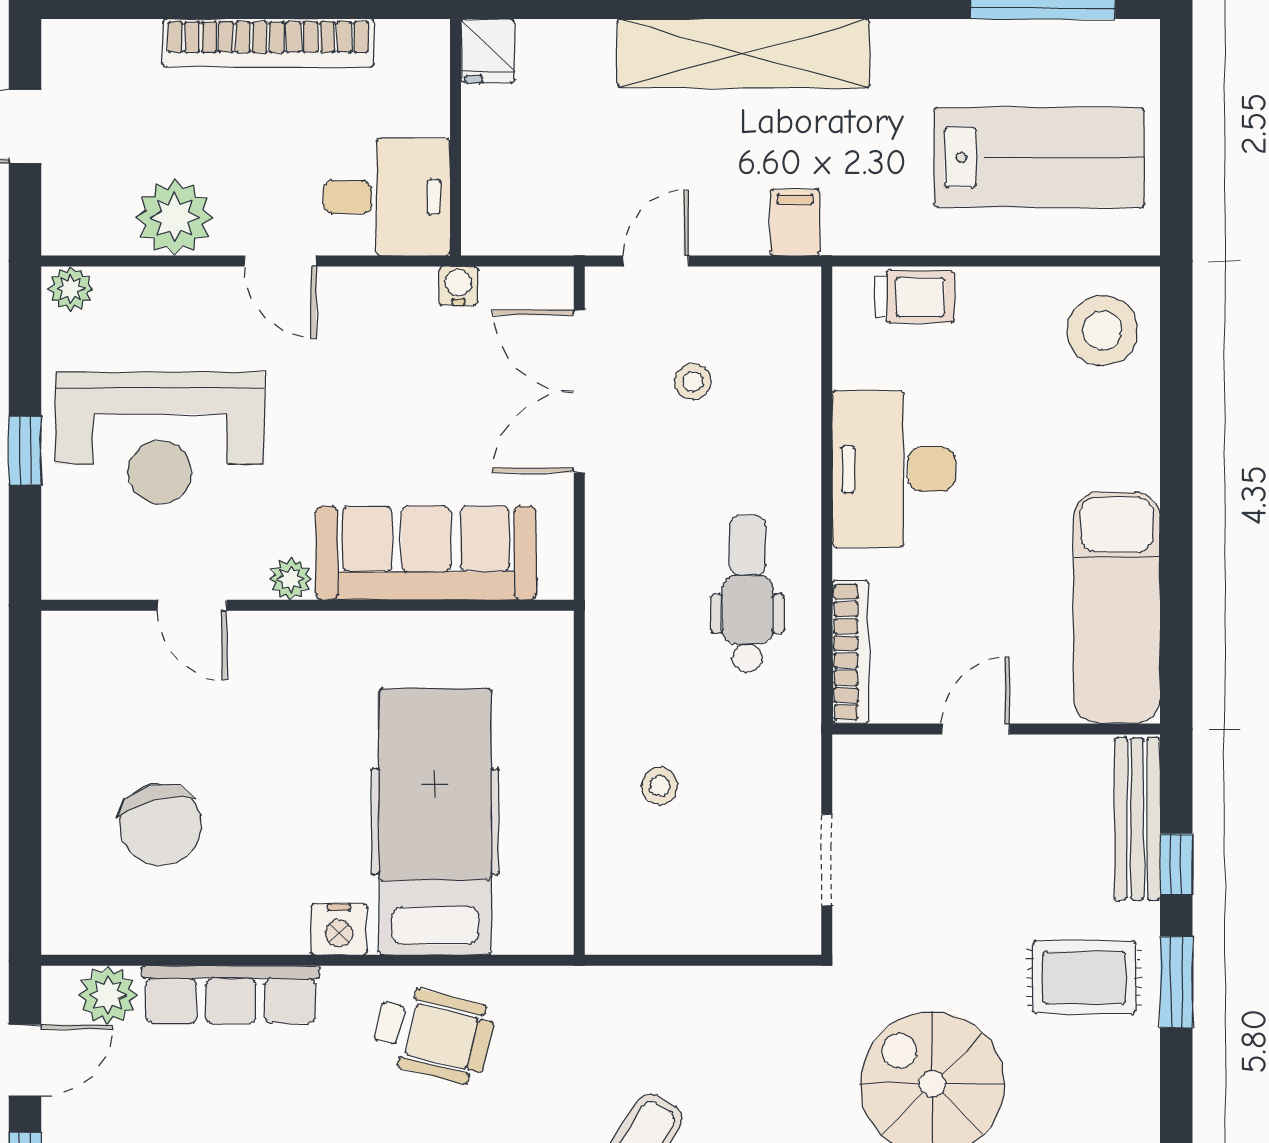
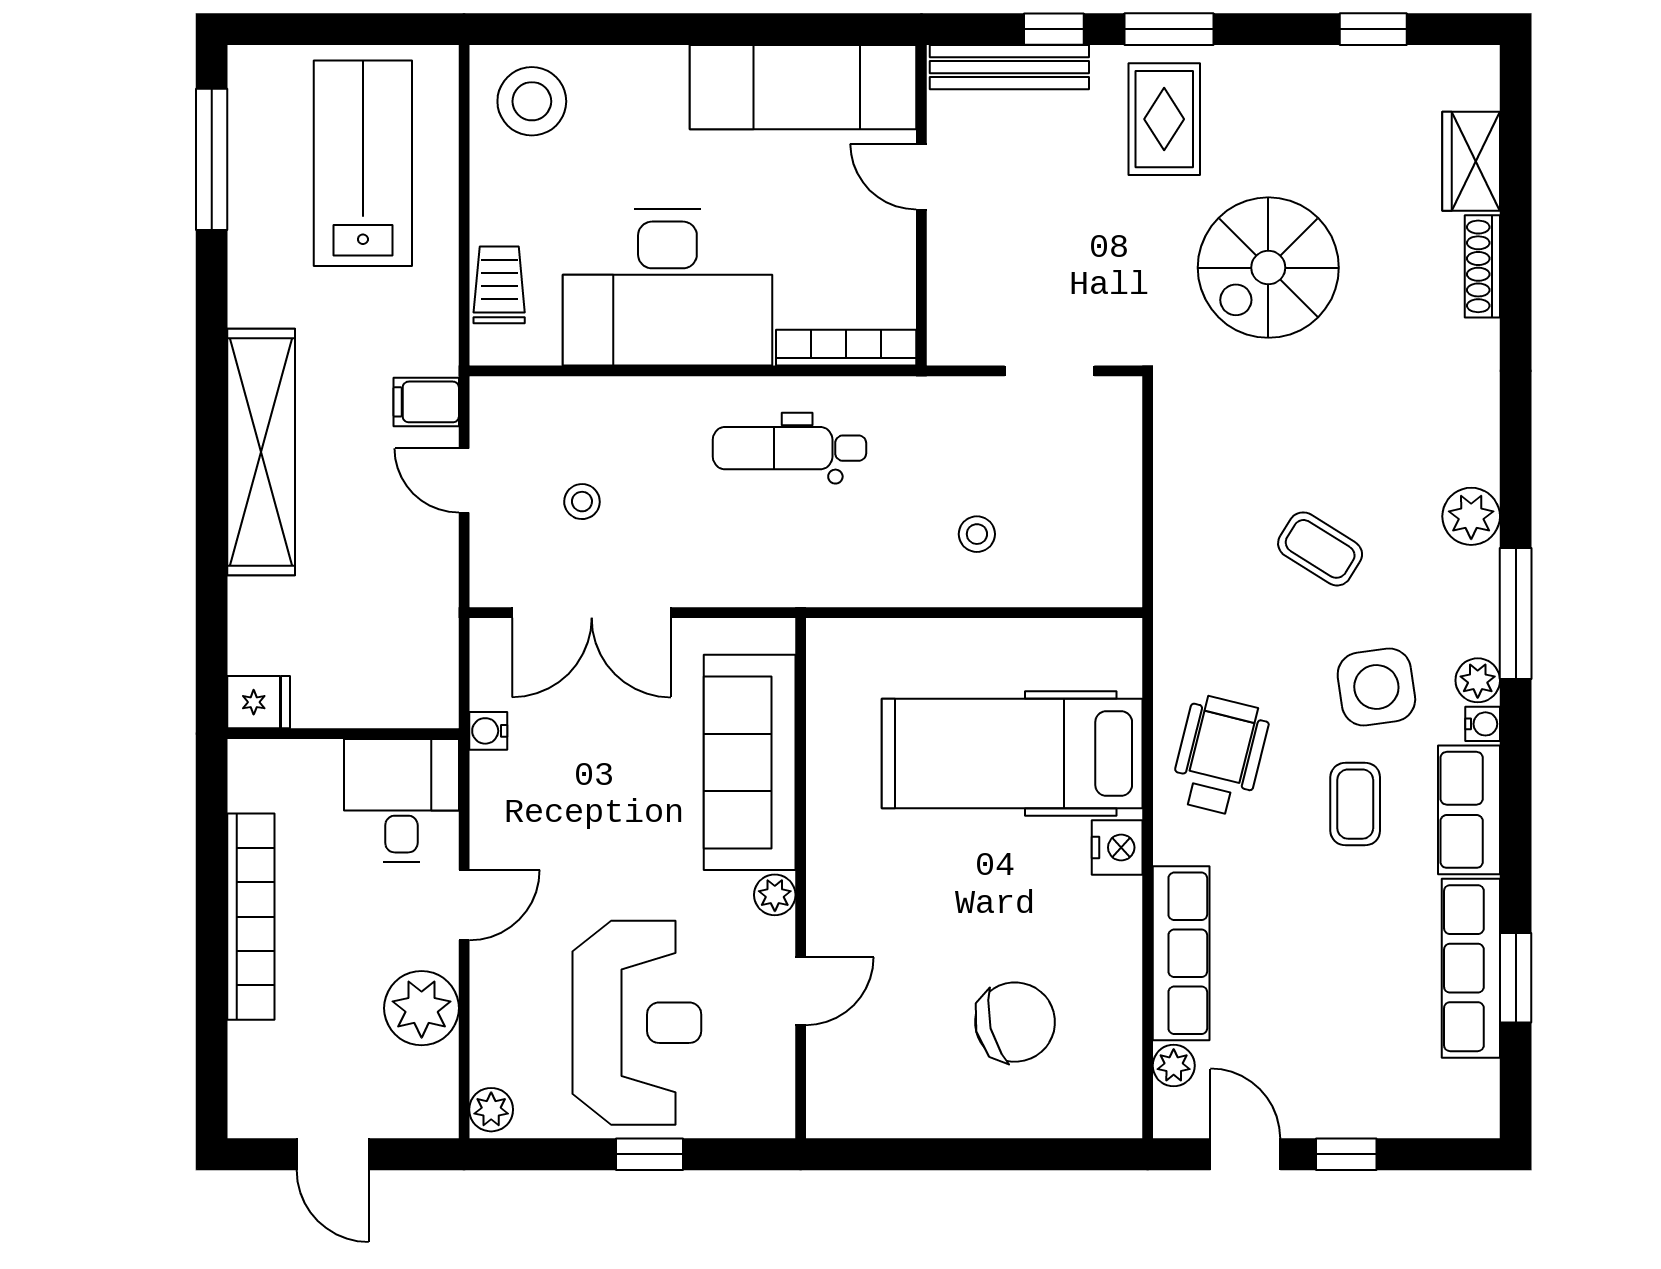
door: (656, 261) -> (464, 481), moved
desk: (894, 469) -> (667, 287), width x1.36, depth x1.30
door: (976, 729) -> (921, 177), moved
plant: (108, 995) -> (1174, 1066), width x0.73, depth x0.73

